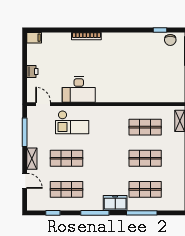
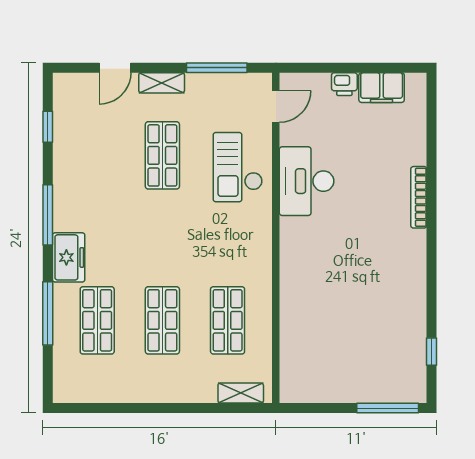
filing cabinet: (34, 38) -> (382, 88), moved, width x2.00
chair: (170, 40) -> (411, 373), removed
shop shelf: (67, 189) -> (97, 155), removed

